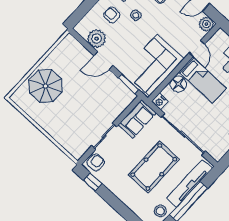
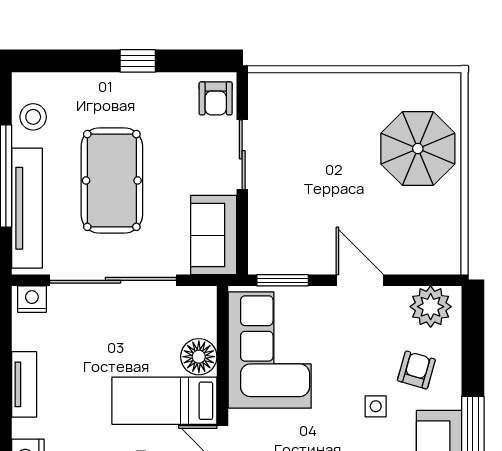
armchair: (112, 15) -> (416, 370), turned -74
plant: (97, 39) -> (431, 307), moved
door: (103, 61) -> (360, 280), hinge flipped
nightstand: (160, 102) -> (32, 299), moved
window: (93, 182) -> (138, 61), moved

